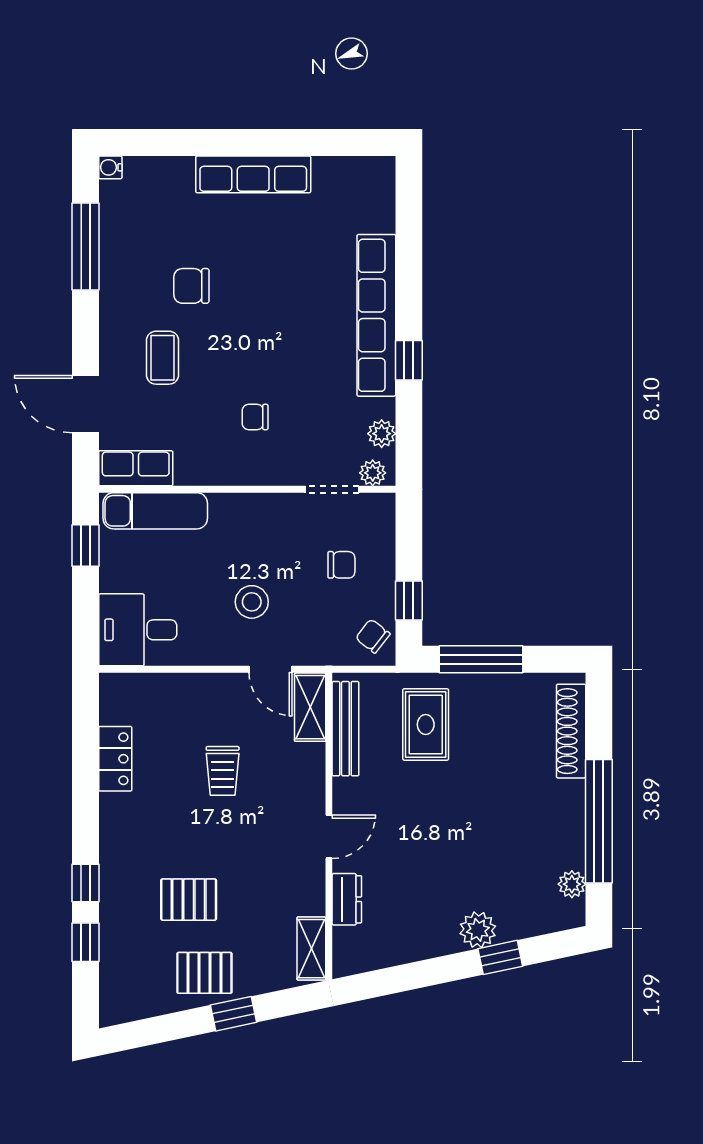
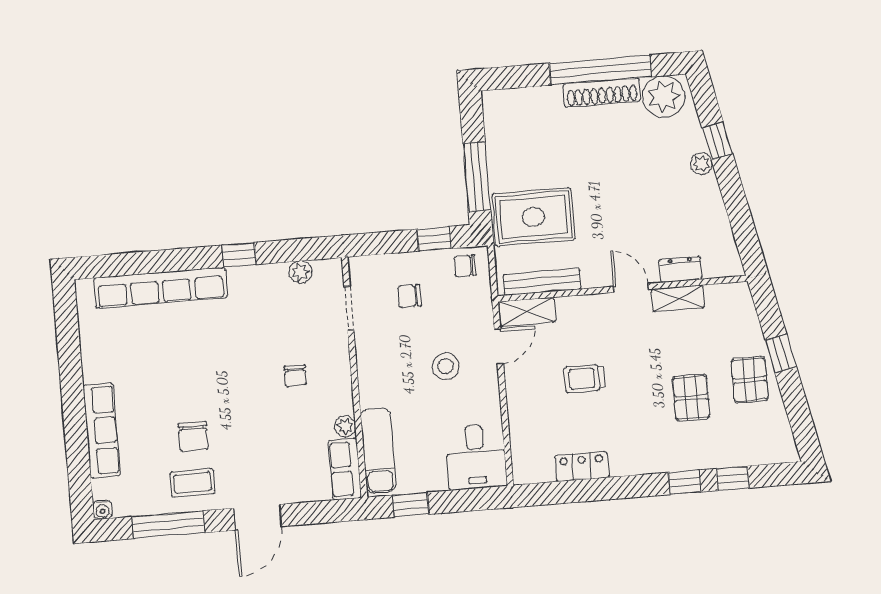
row of seats: (253, 174) -> (102, 431), moved
row of seats: (376, 315) -> (160, 288), moved
coffee table: (163, 358) -> (192, 483), moved
door: (86, 404) -> (258, 517), moved
plant: (373, 473) -> (345, 426), moved
chair: (341, 565) -> (410, 296), turned -90
chair: (373, 636) -> (465, 266), turned 52
rug: (426, 724) -> (533, 217), width x1.36, depth x1.43
shoe rack: (571, 731) -> (602, 93), moved
trolley: (223, 771) -> (585, 379), turned 180
plant: (572, 884) -> (664, 97), width x1.87, depth x1.87
plant: (478, 930) -> (702, 164), width x0.73, depth x0.73
shelving: (311, 949) -> (678, 298), moved

